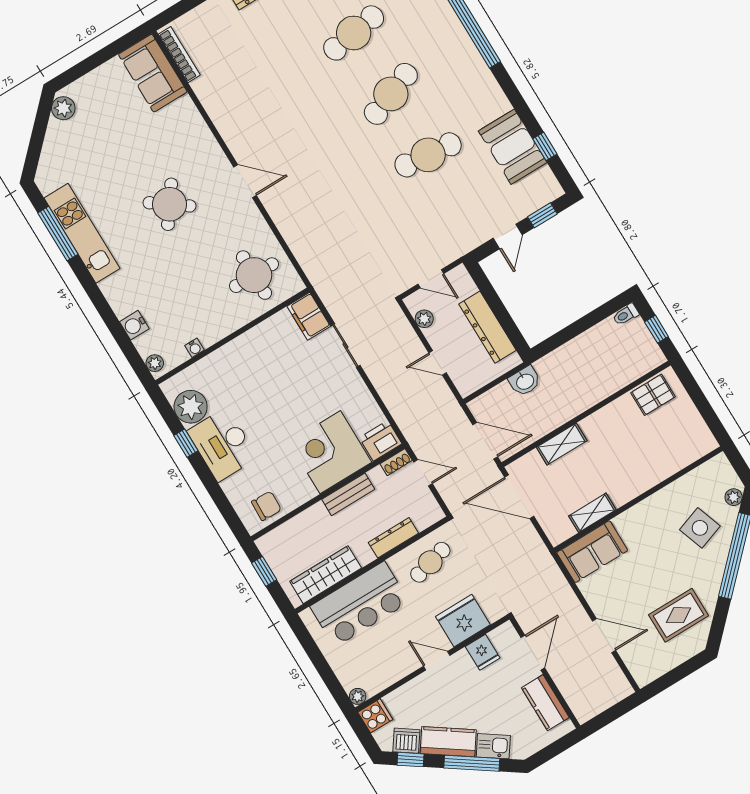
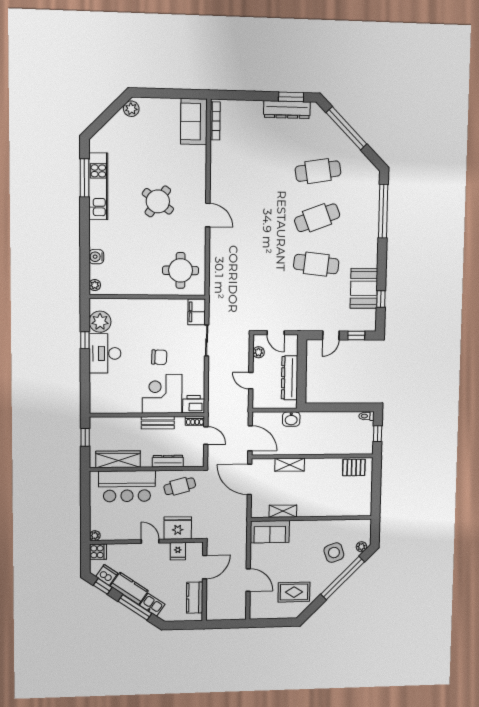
water cooler: (195, 348) -> (122, 290), removed
chair: (266, 506) -> (159, 357), moved

